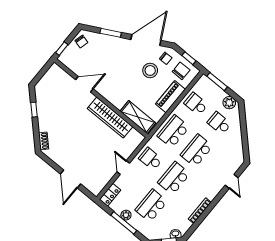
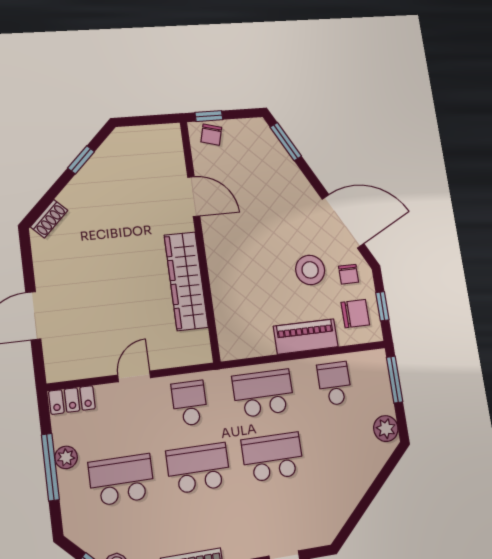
window: (111, 33) -> (286, 142), moved
chair: (81, 42) -> (211, 135), moved
shelving: (138, 117) -> (229, 320), removed
school desk: (219, 123) -> (344, 446), removed

